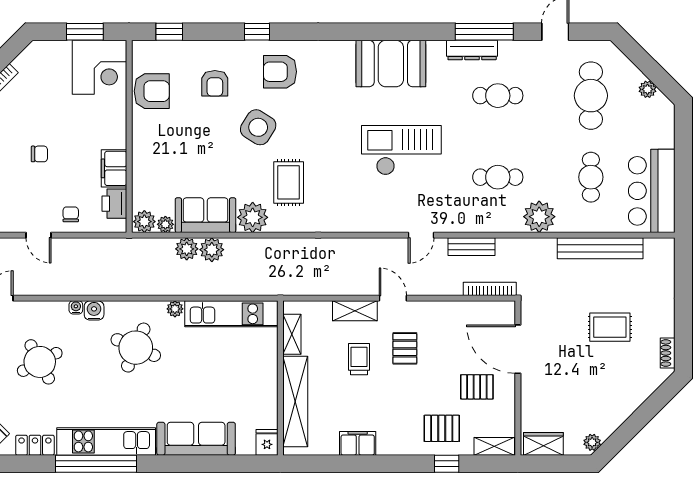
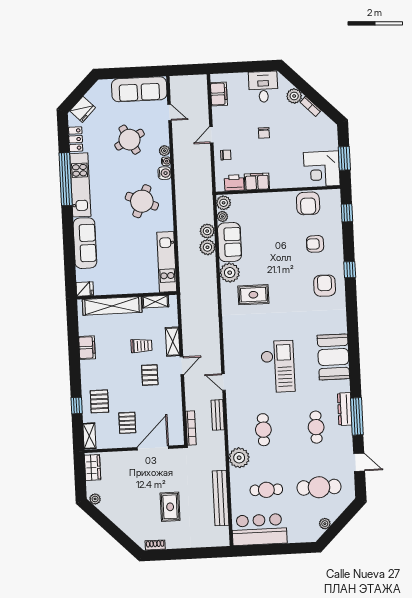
side table: (258, 127) -> (288, 273), removed
plant: (175, 309) -> (164, 151), moved
pallet: (405, 348) -> (150, 375), turned 90

